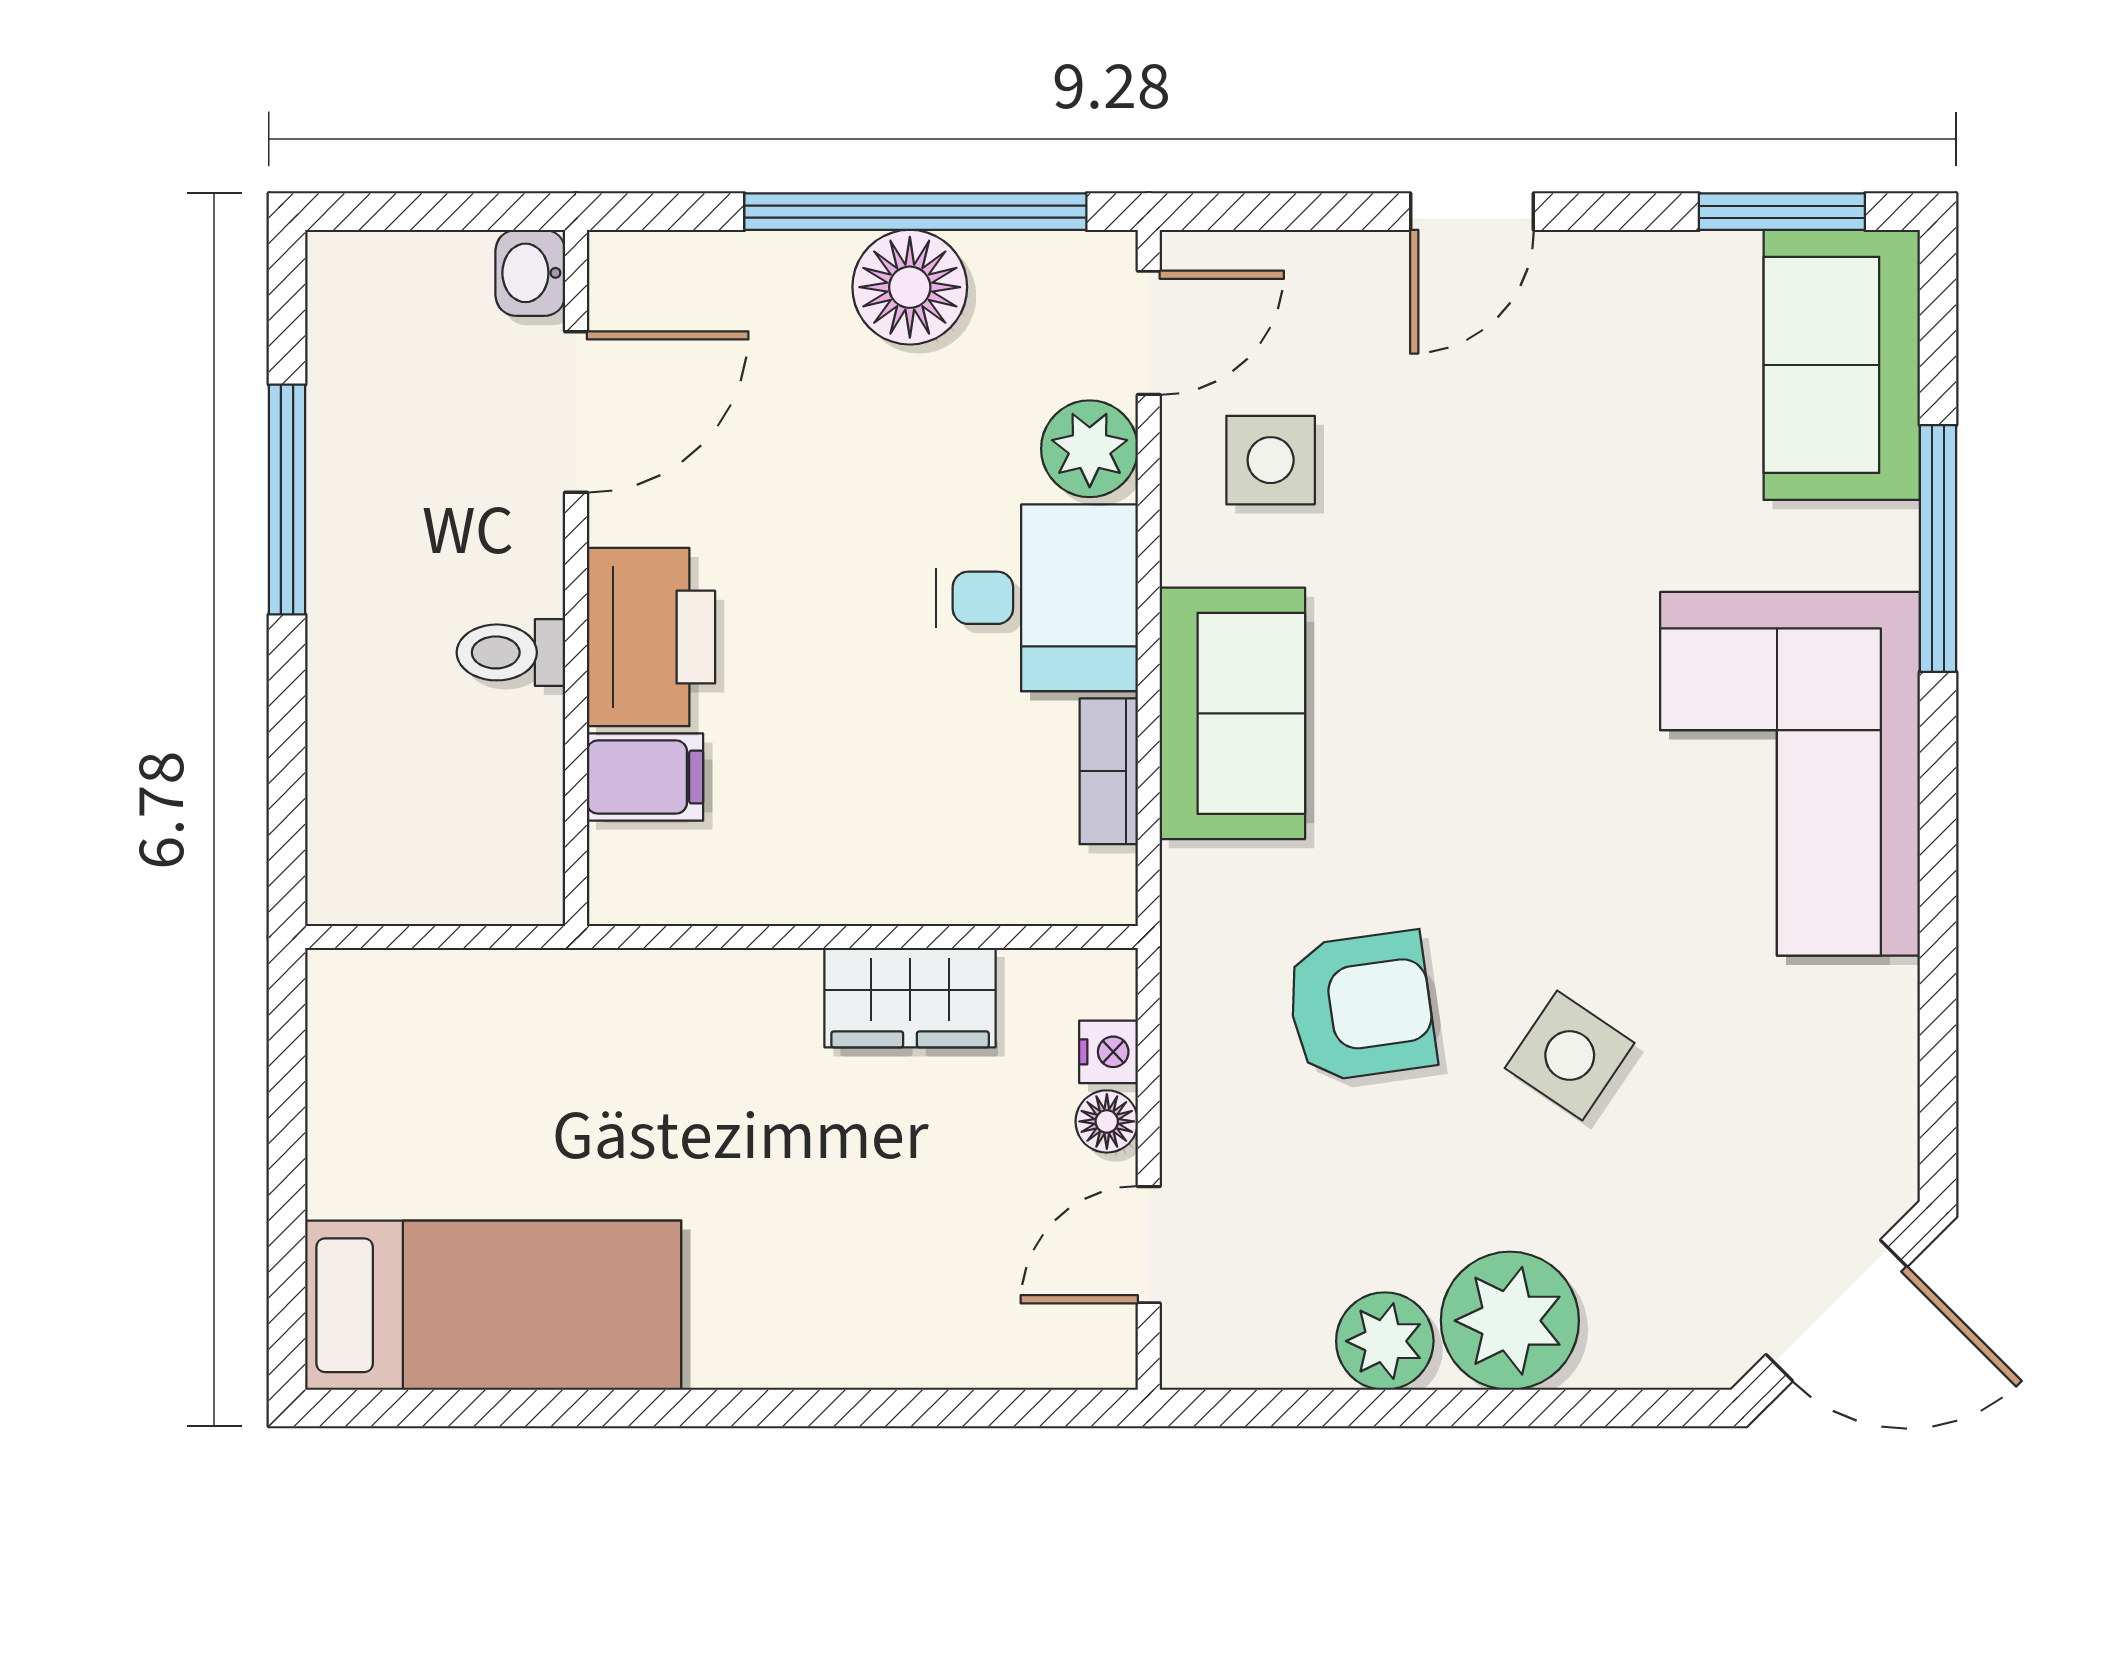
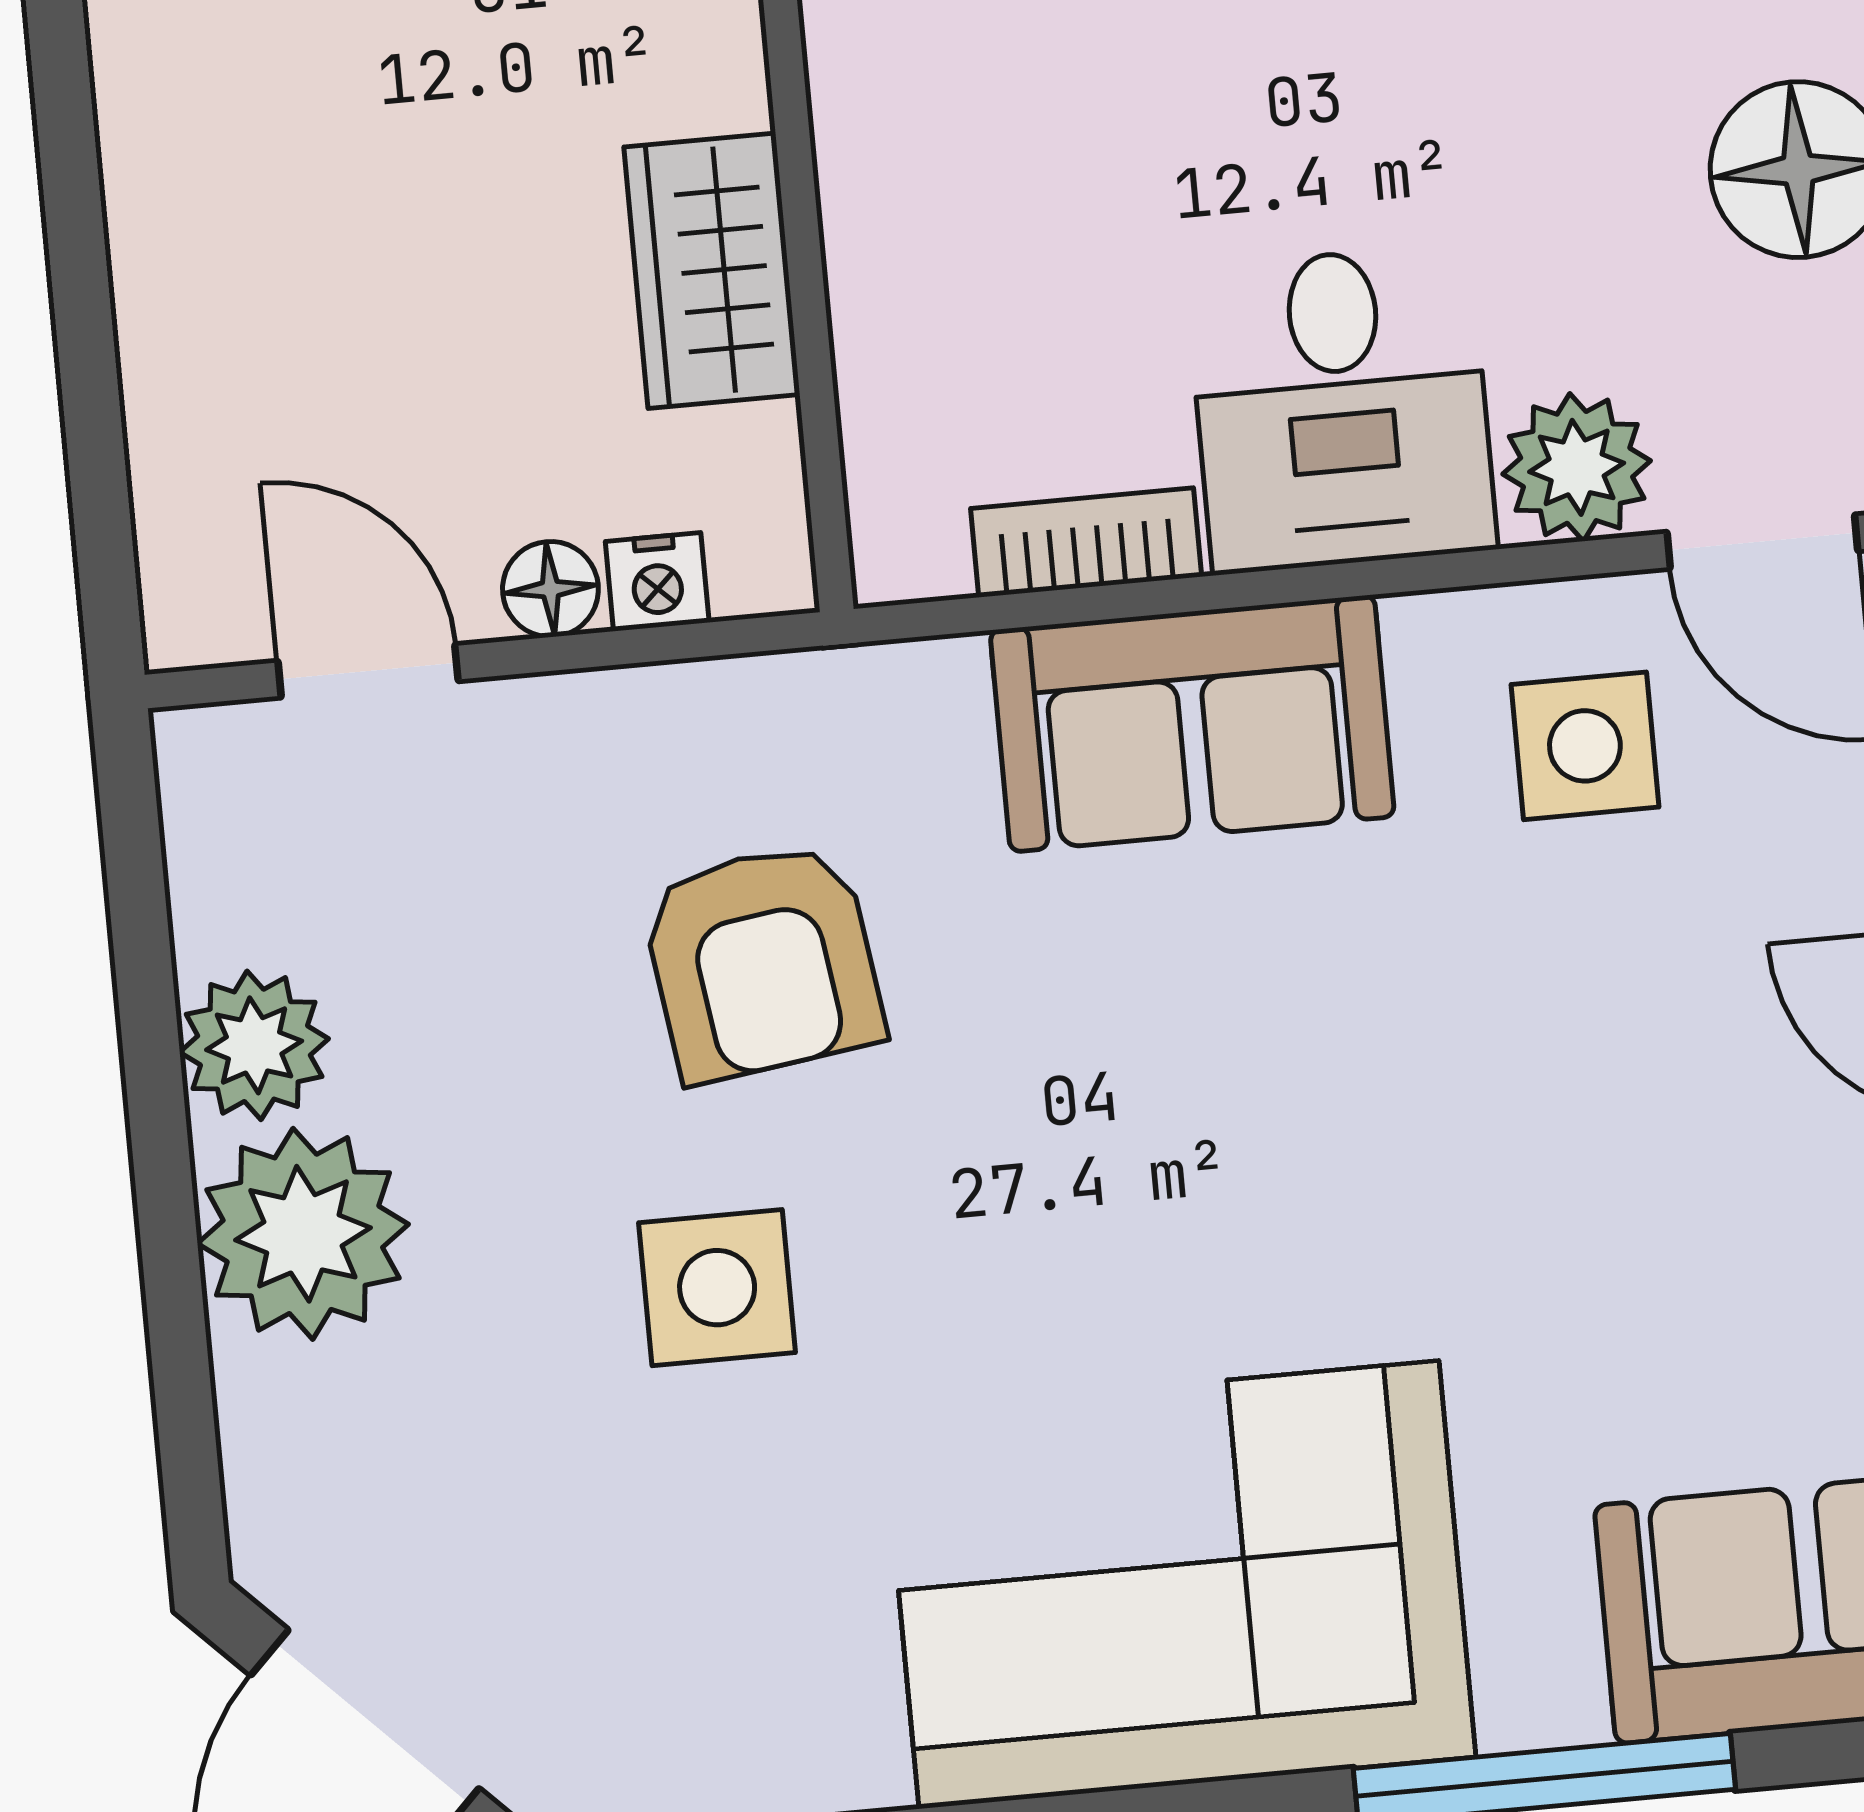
side table: (1570, 1055) -> (717, 1288), turned -34

